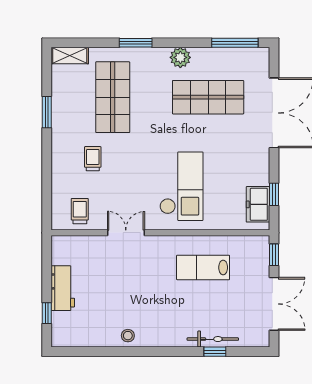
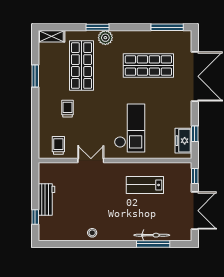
plant: (180, 57) -> (105, 38), moved
window: (215, 352) -> (153, 244), width x2.17

